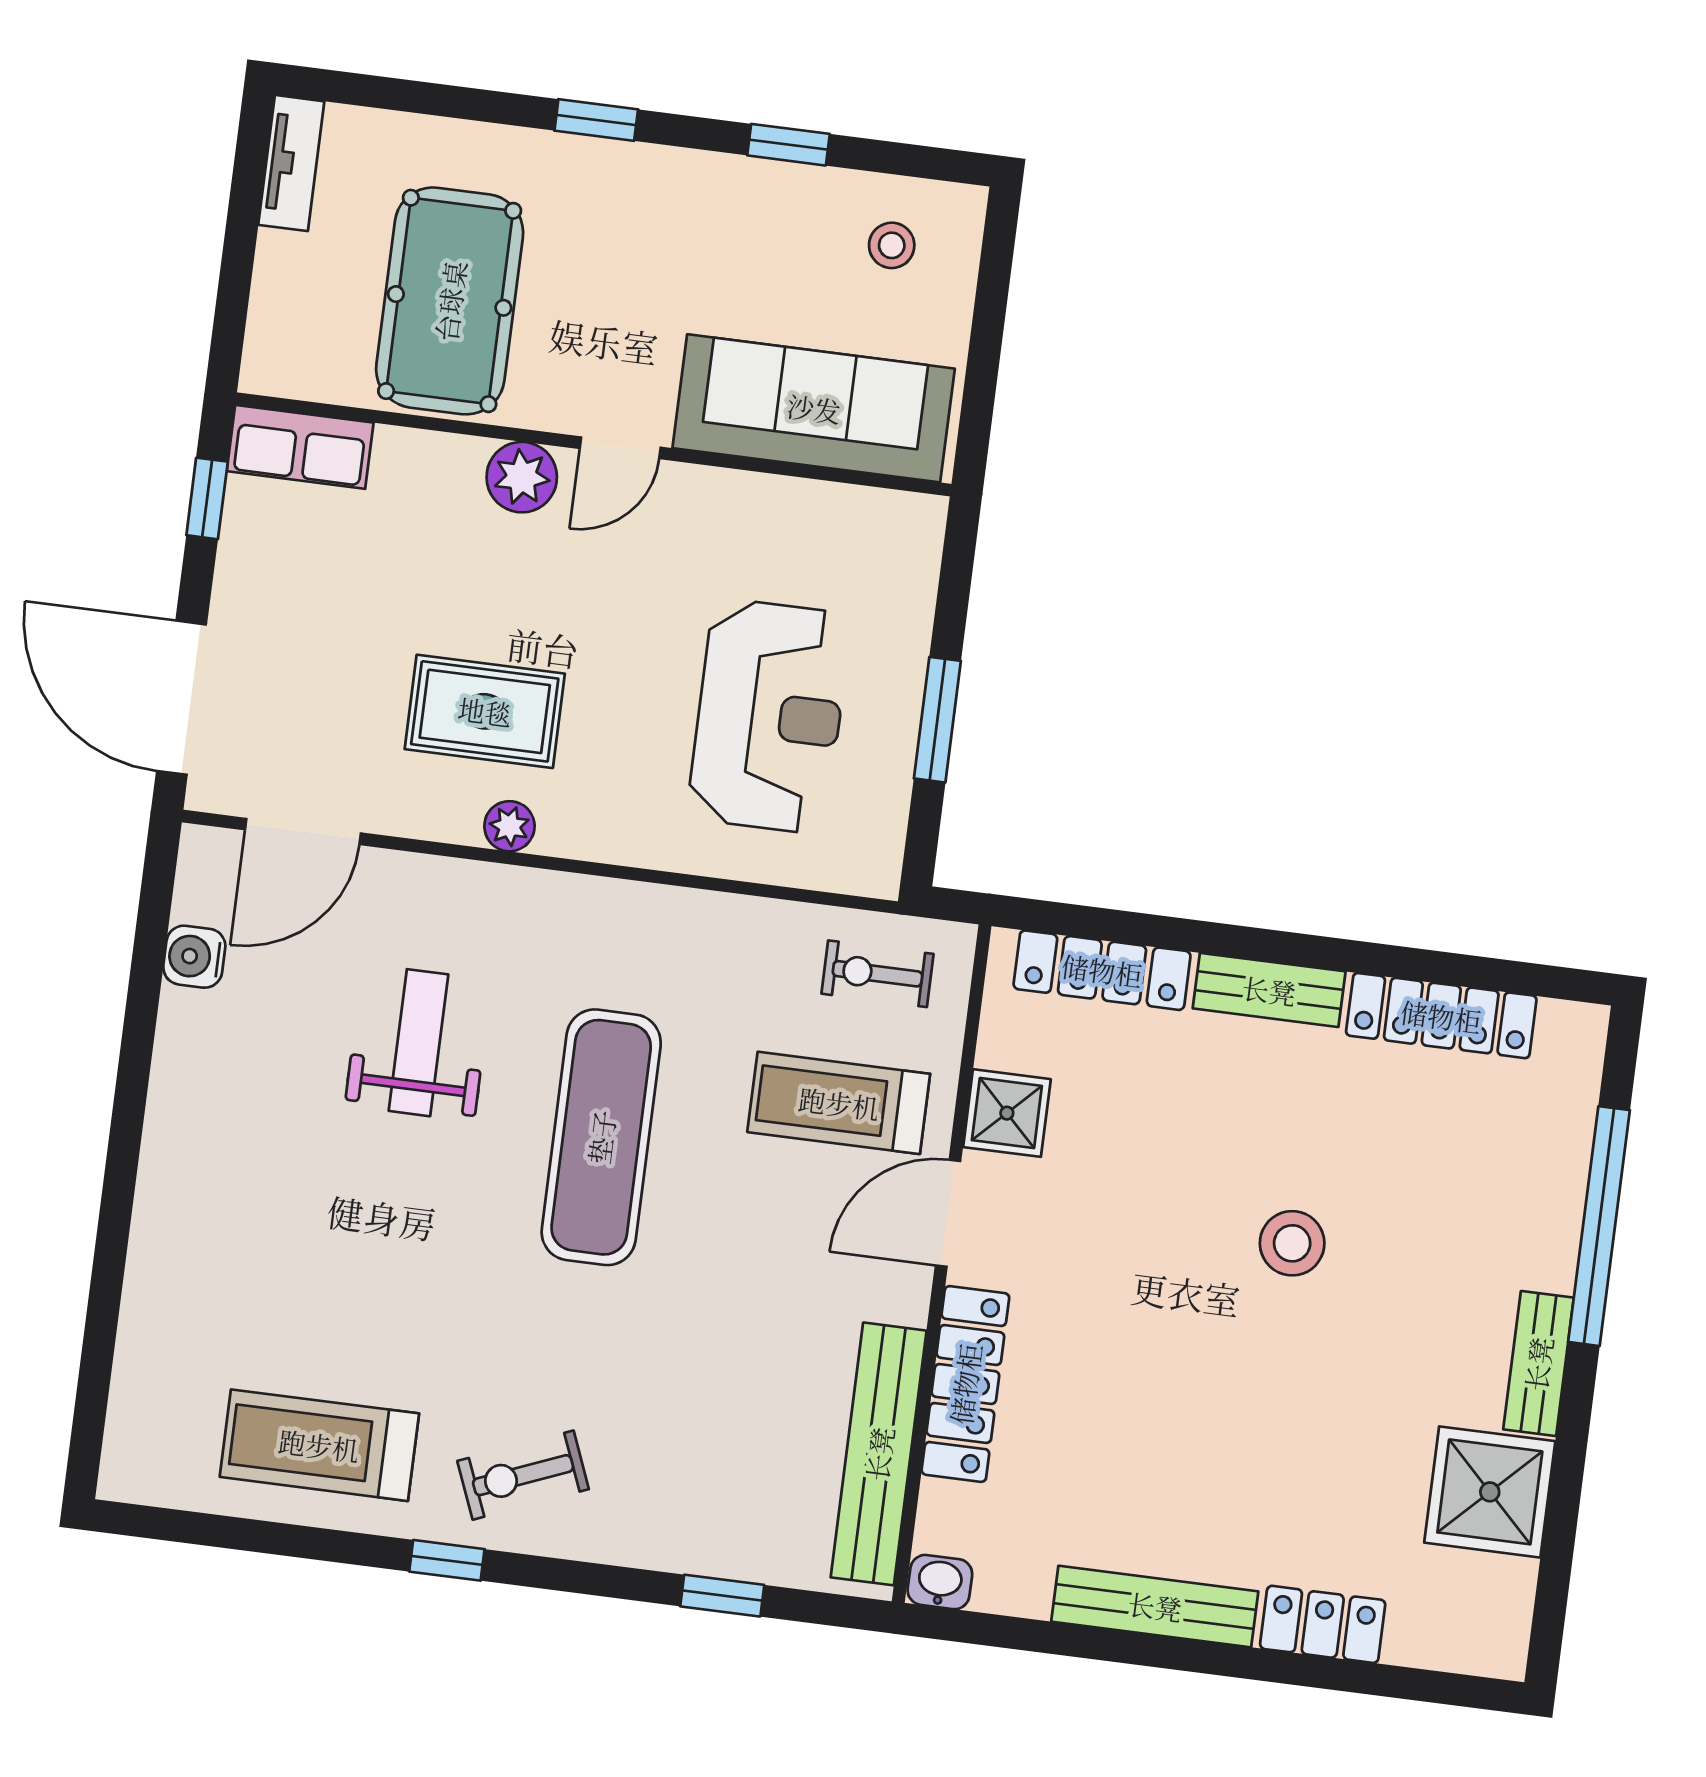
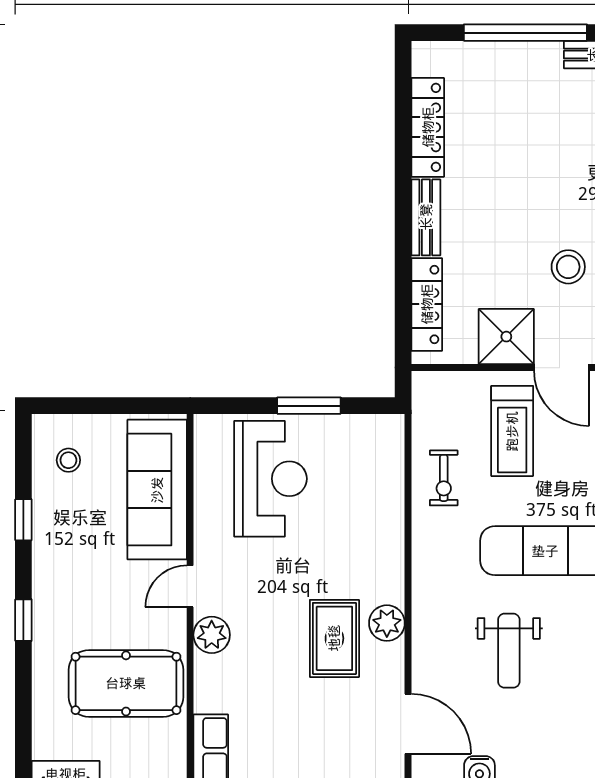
door: (620, 448) -> (190, 586), swing flipped
reception desk: (769, 716) -> (270, 479), moved, turned 90
plant: (509, 826) -> (387, 623), width x1.38, depth x1.38
exercise bike: (877, 974) -> (444, 478), moved
weight bench: (418, 1043) -> (509, 651), turned -90
shower: (1007, 1113) -> (506, 337), width x1.36, depth x1.36
stool: (1292, 1243) -> (568, 267), moved

